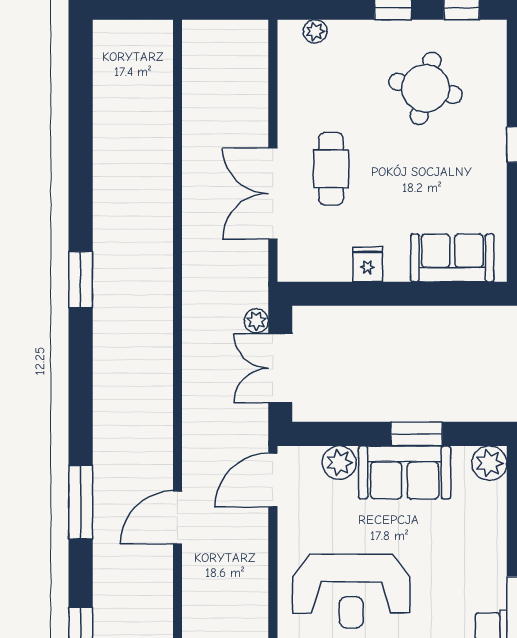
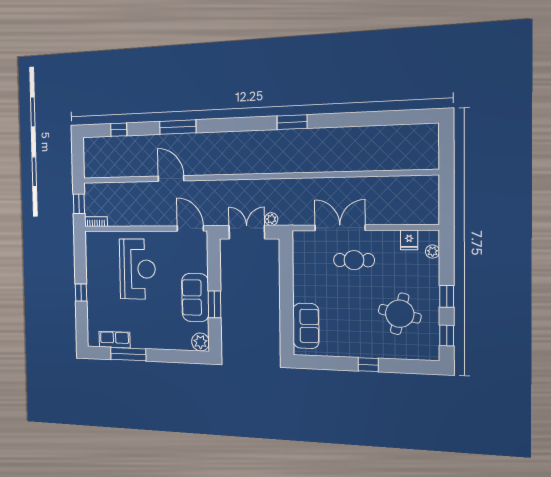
fridge: (368, 264) -> (409, 240), moved, turned 90
plant: (339, 463) -> (199, 263), removed
reception desk: (351, 591) -> (137, 269), turned 180

